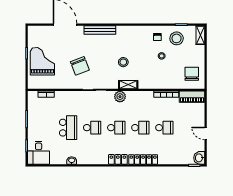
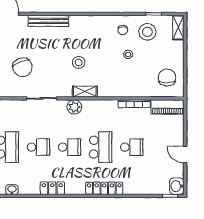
school desk: (140, 128) -> (101, 147), width x1.85
locker: (118, 159) -> (52, 188), moved

